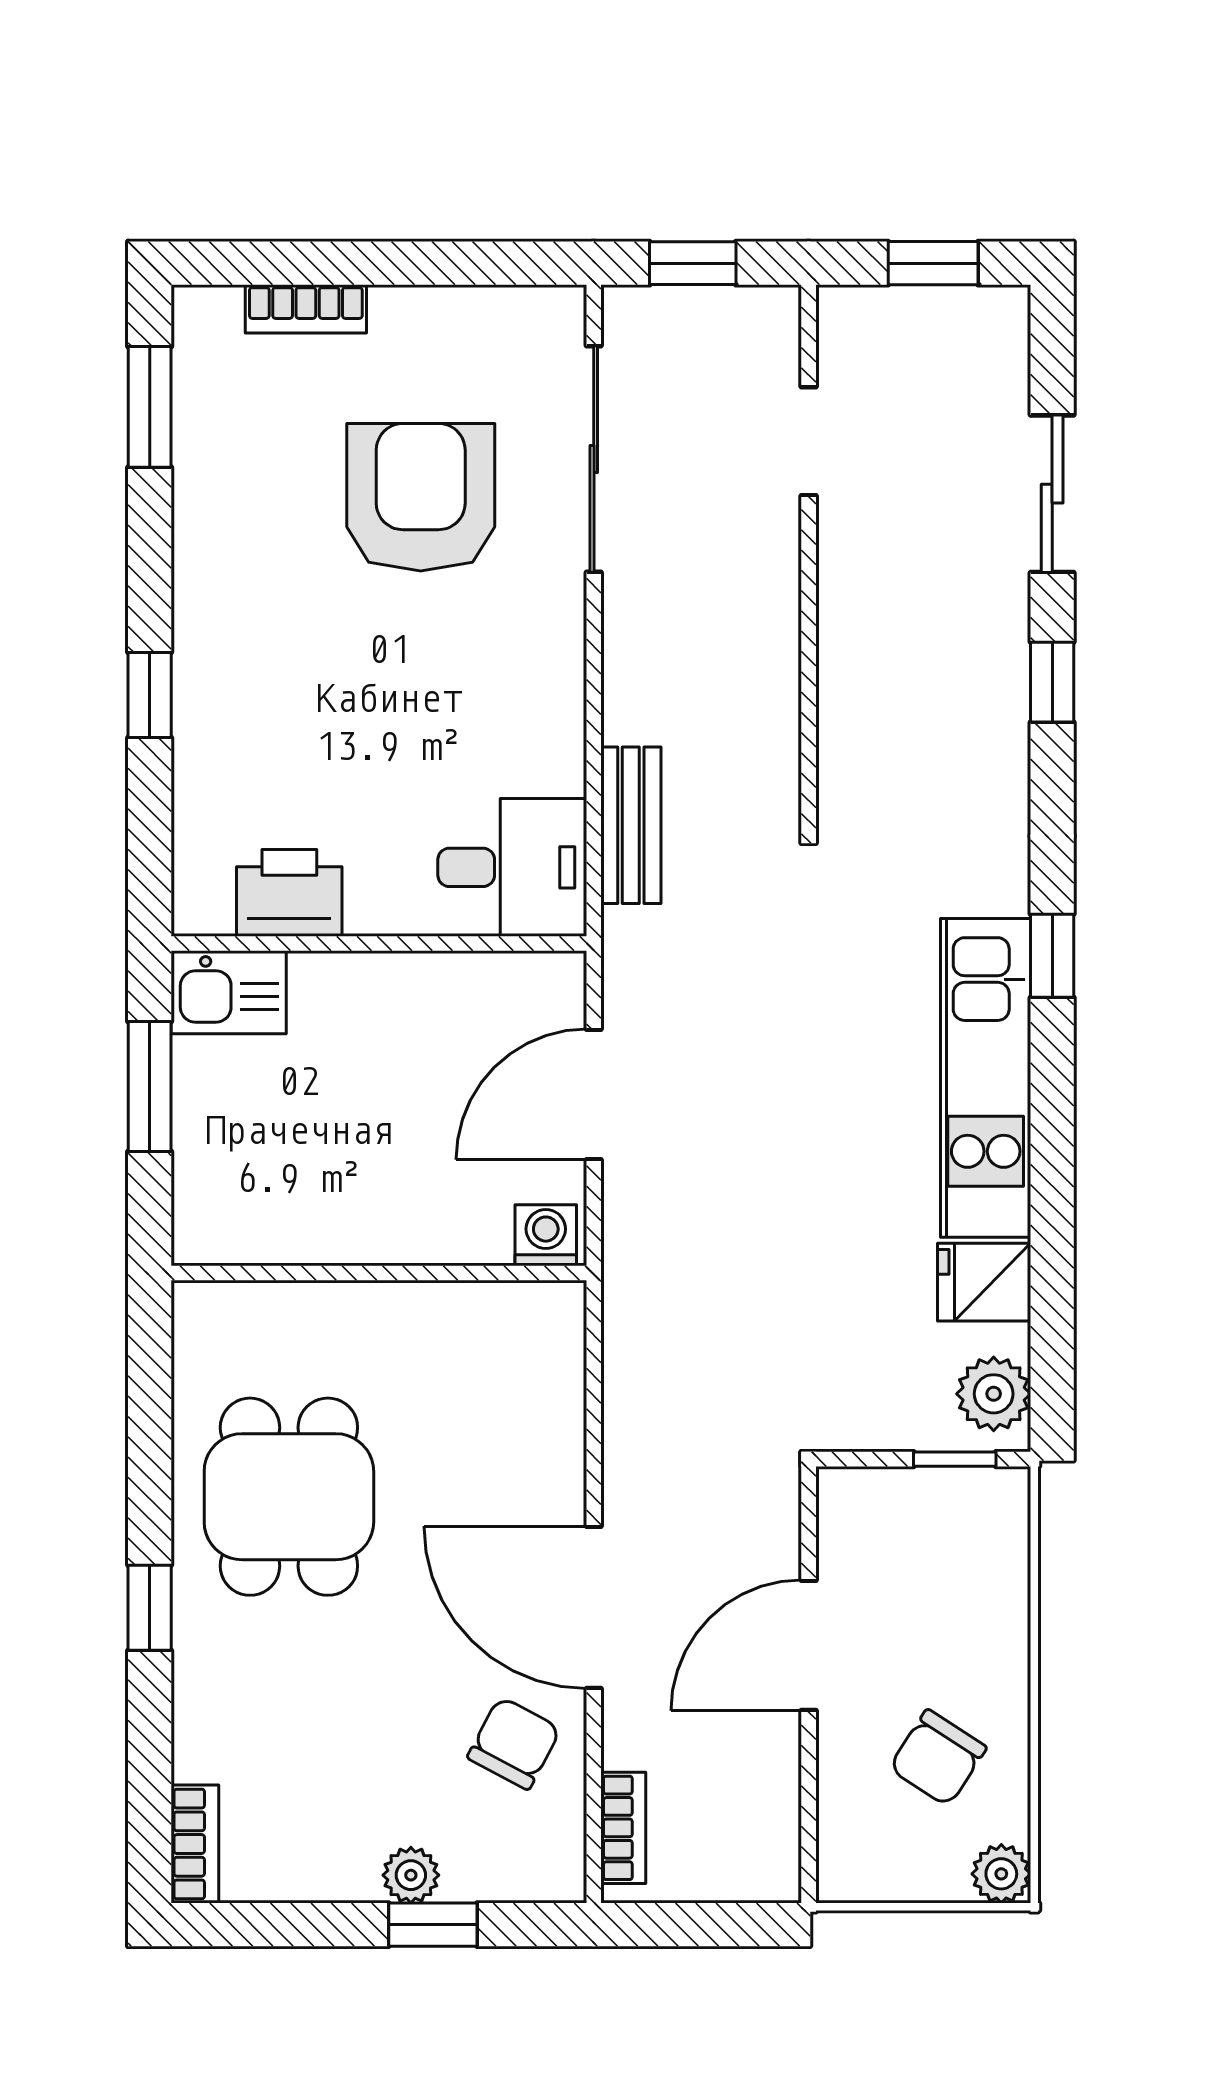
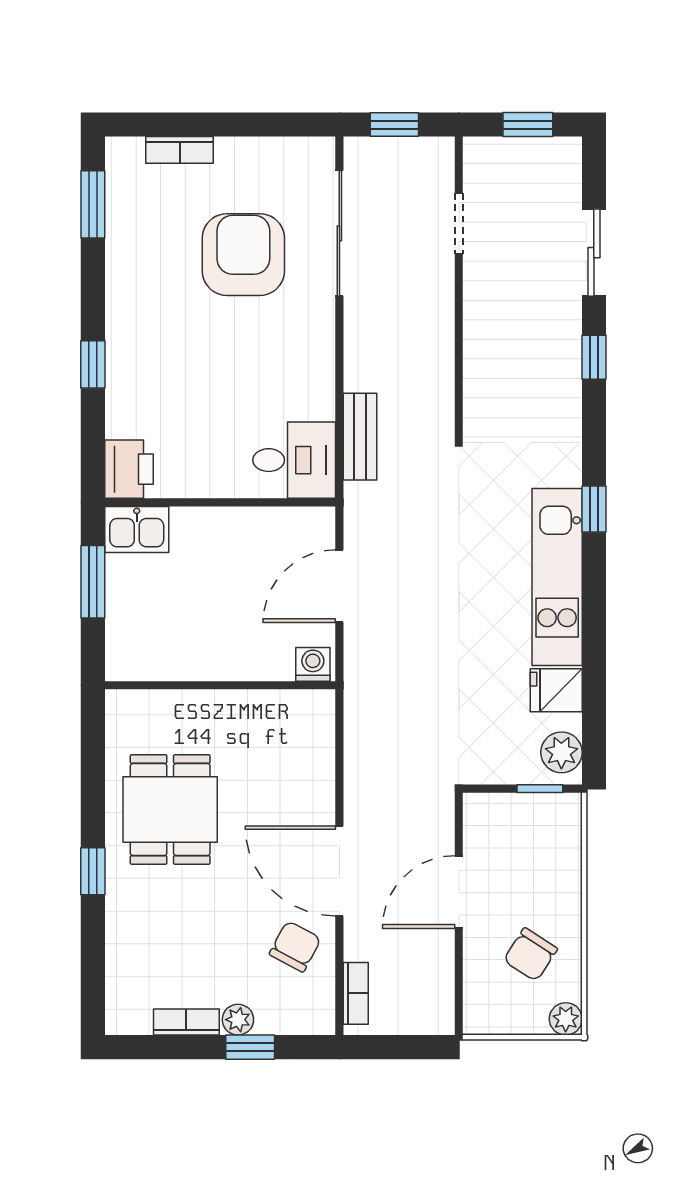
printer: (289, 893) -> (129, 469), moved, turned 90
bookcase: (195, 1844) -> (186, 1022), moved, turned -90

